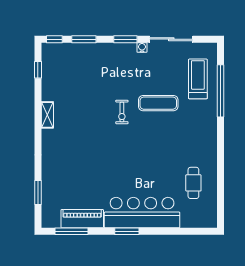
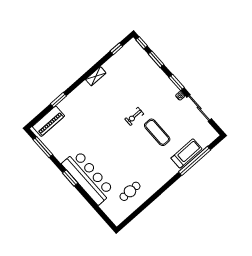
treadmill: (198, 79) -> (186, 153), moved
window: (38, 193) -> (58, 100), moved
piano: (82, 219) -> (49, 121), moved, turned 90

